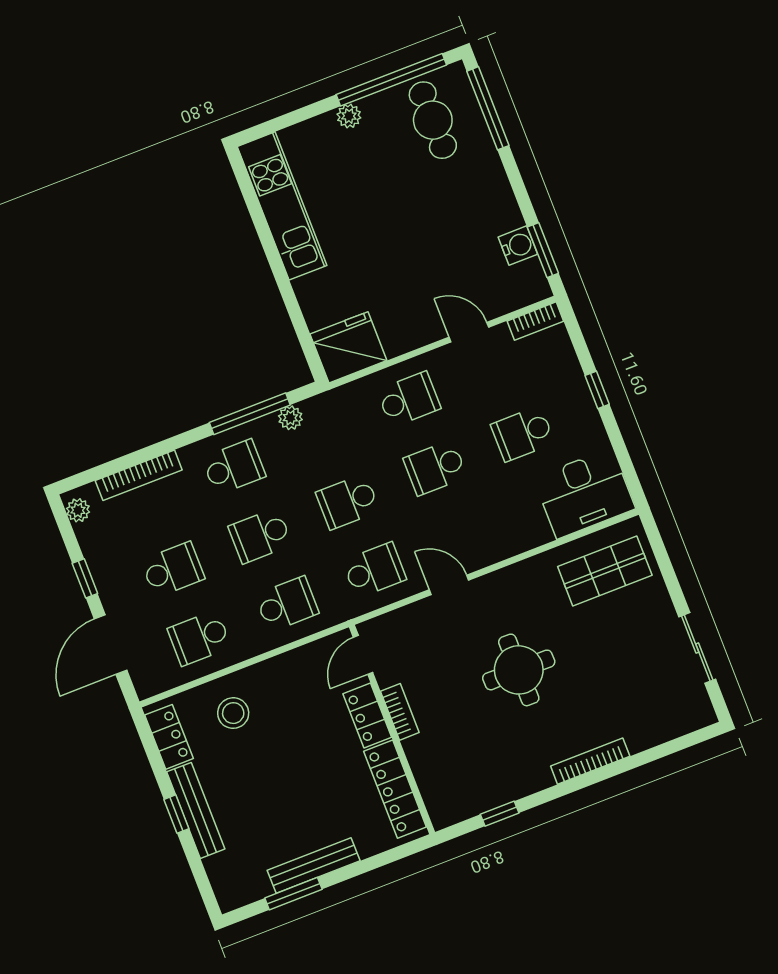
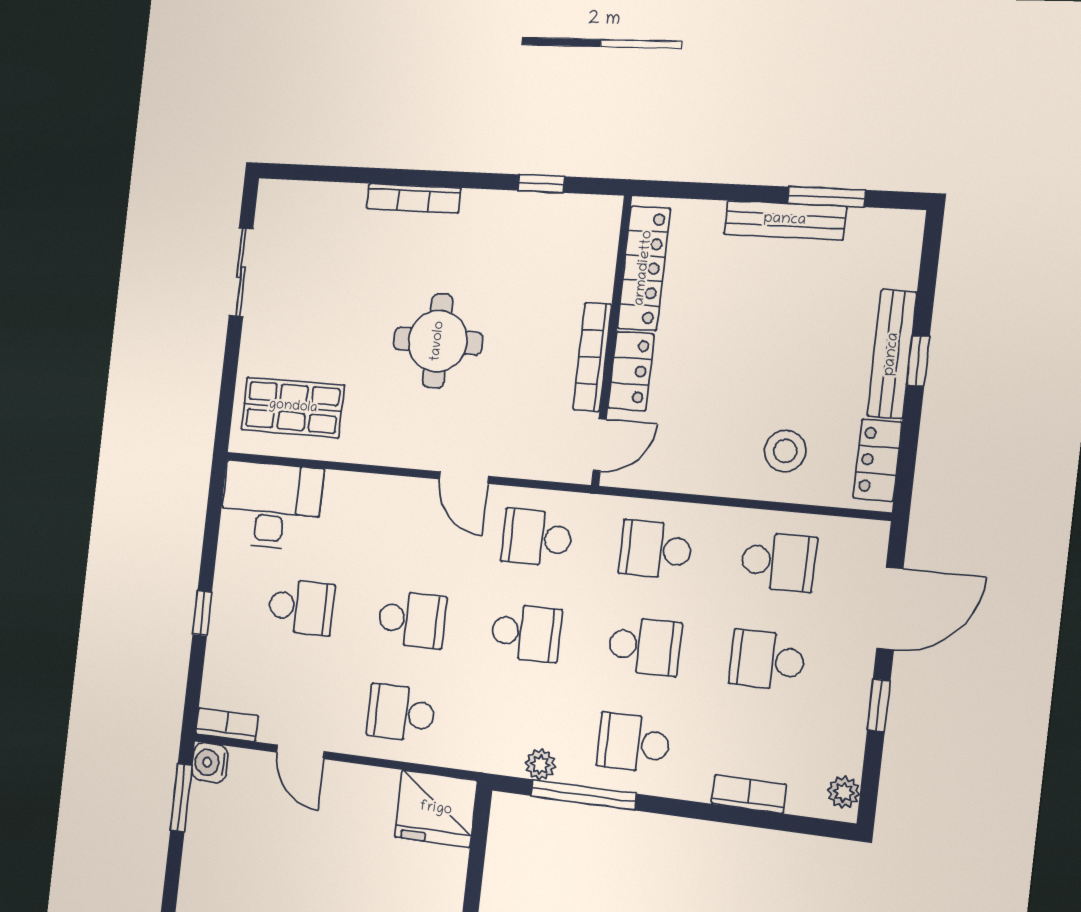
water cooler: (518, 246) -> (210, 763), moved
bookcase: (139, 475) -> (749, 794), width x0.64
bookcase: (400, 712) -> (592, 357), width x1.56

